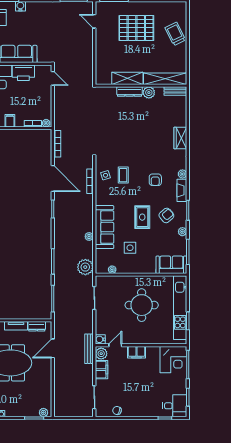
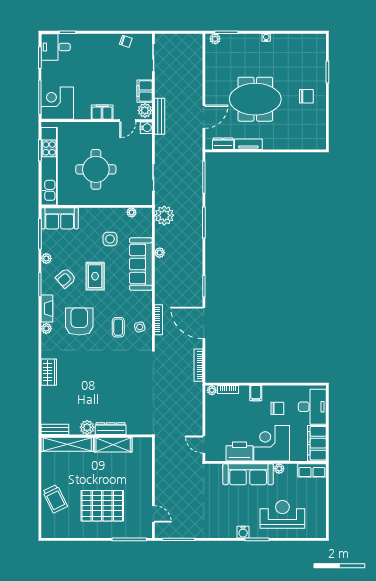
armchair: (155, 180) -> (79, 322), width x1.88, depth x1.88

